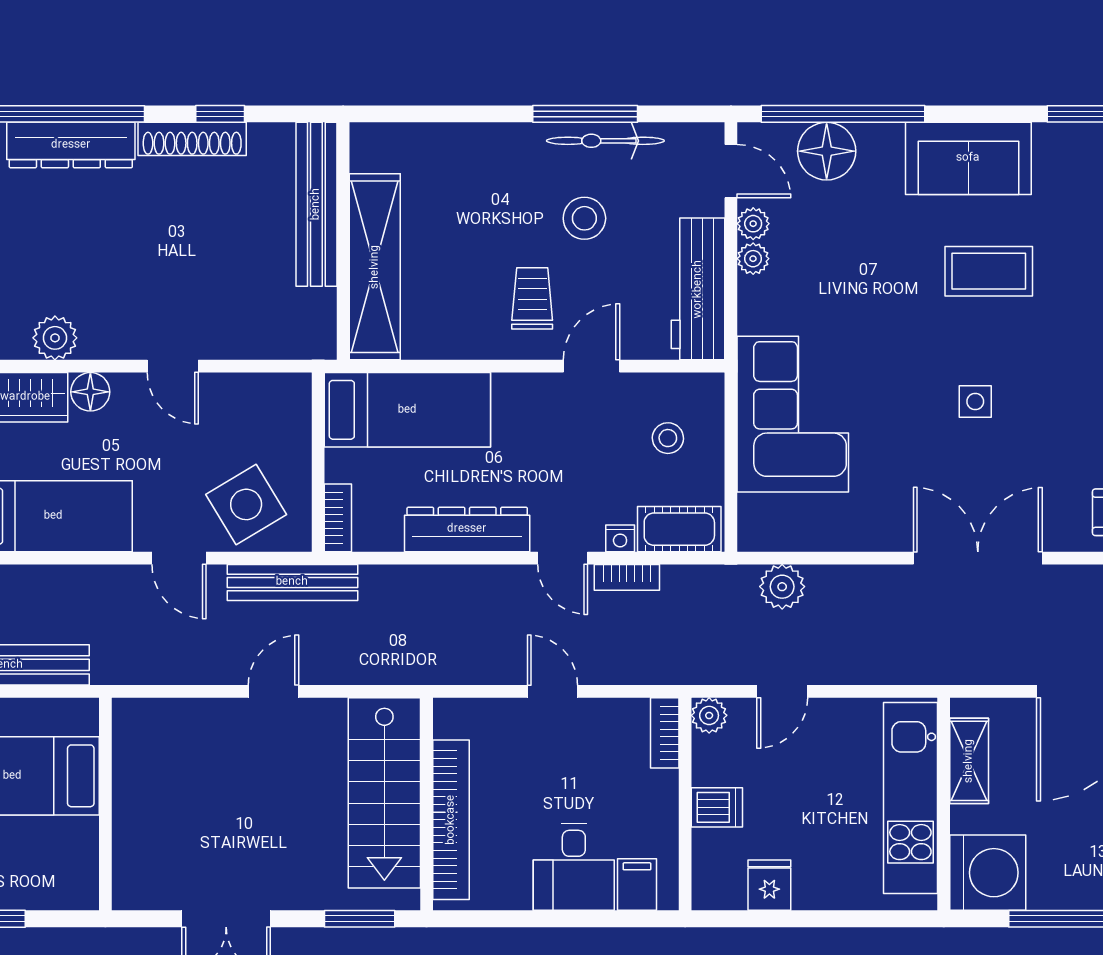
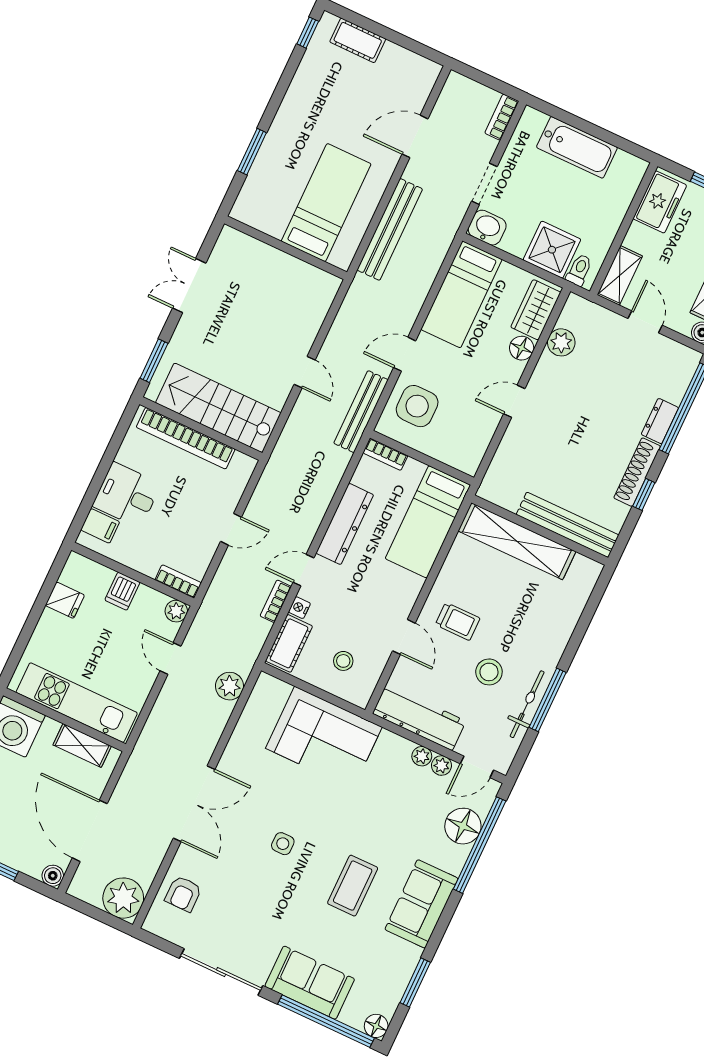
dresser: (71, 145) -> (660, 421), width x0.51, depth x0.80
side table: (246, 504) -> (417, 406), turned 31

